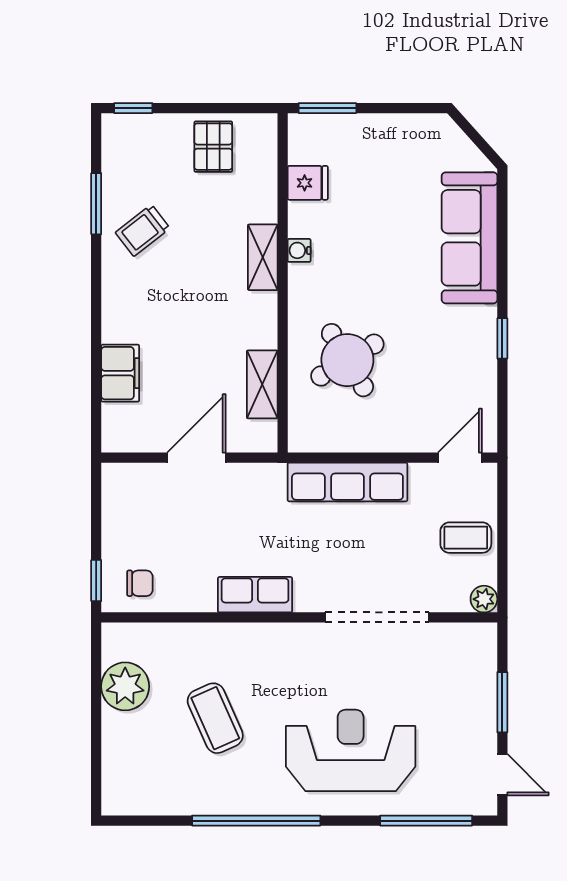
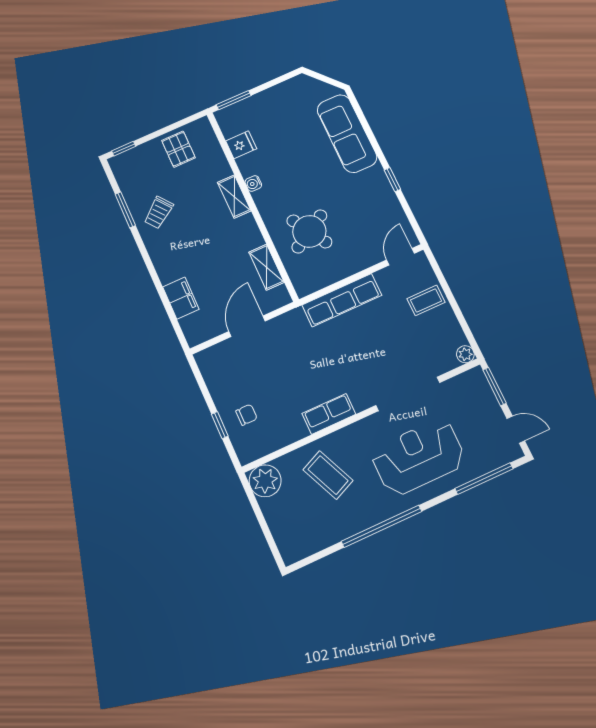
row of seats: (255, 595) -> (329, 414), moved
plant: (484, 599) -> (465, 354), moved
wall: (299, 617) -> (361, 415), moved
doorway: (377, 617) -> (408, 394), moved

